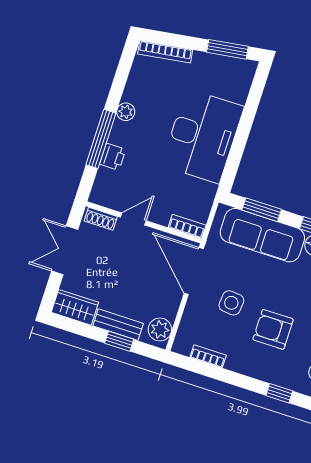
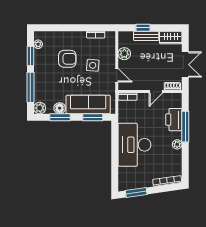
printer: (113, 157) -> (174, 120), width x1.87, depth x1.48
door: (194, 271) -> (117, 75), width x0.53
plant: (160, 330) -> (124, 54), moved
window: (279, 393) -> (54, 28), removed

